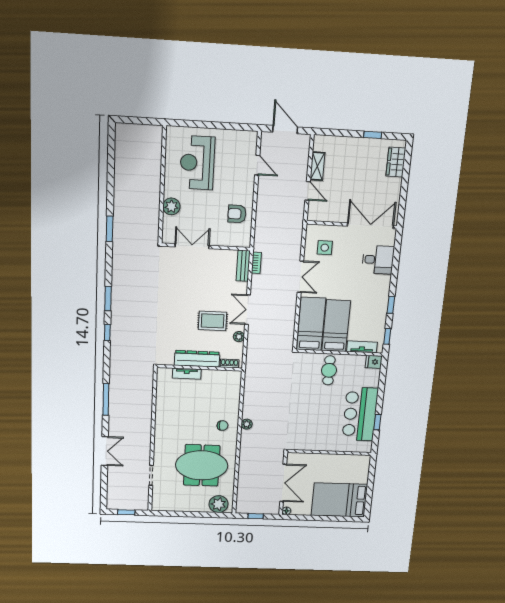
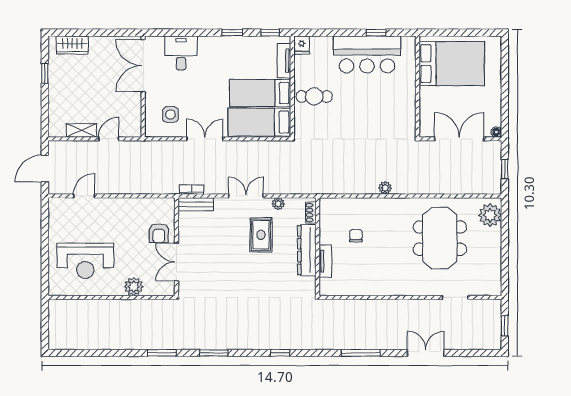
armchair: (237, 214) -> (159, 233), moved
window: (108, 299) -> (214, 353), moved
double door: (248, 310) -> (246, 196), swing flipped
chair: (222, 426) -> (356, 236), moved
bed: (339, 500) -> (452, 64), moved, turned -90

